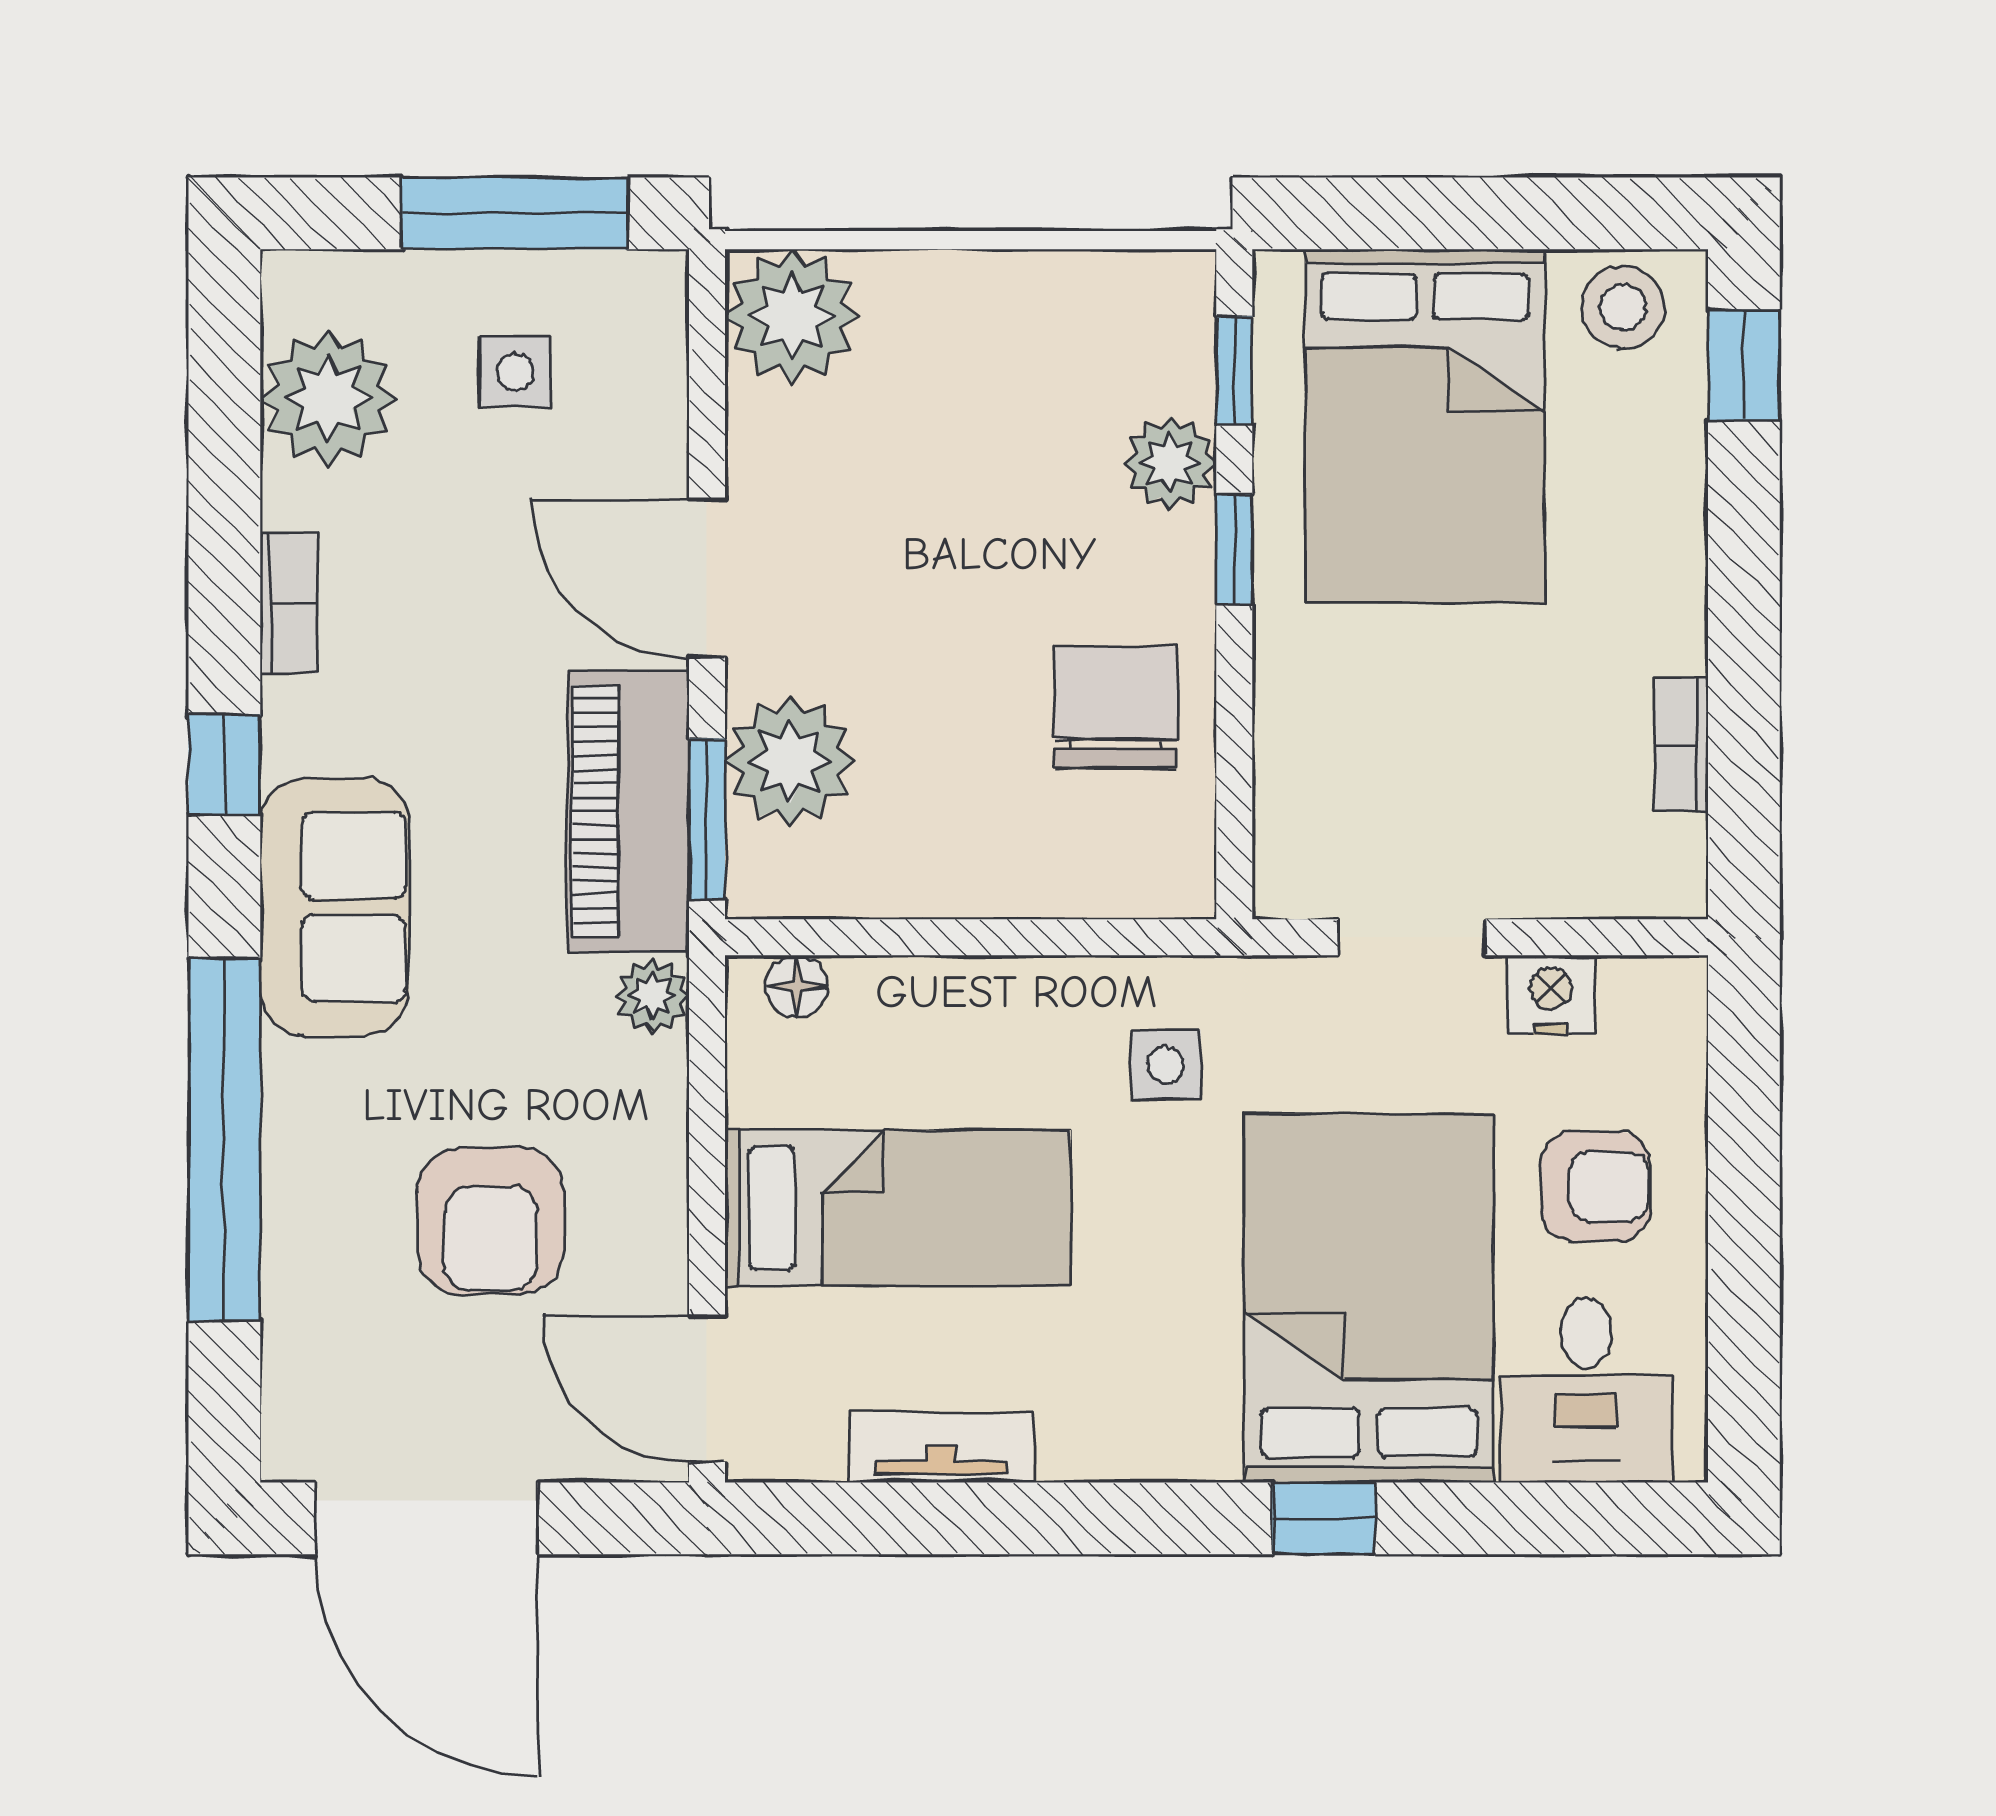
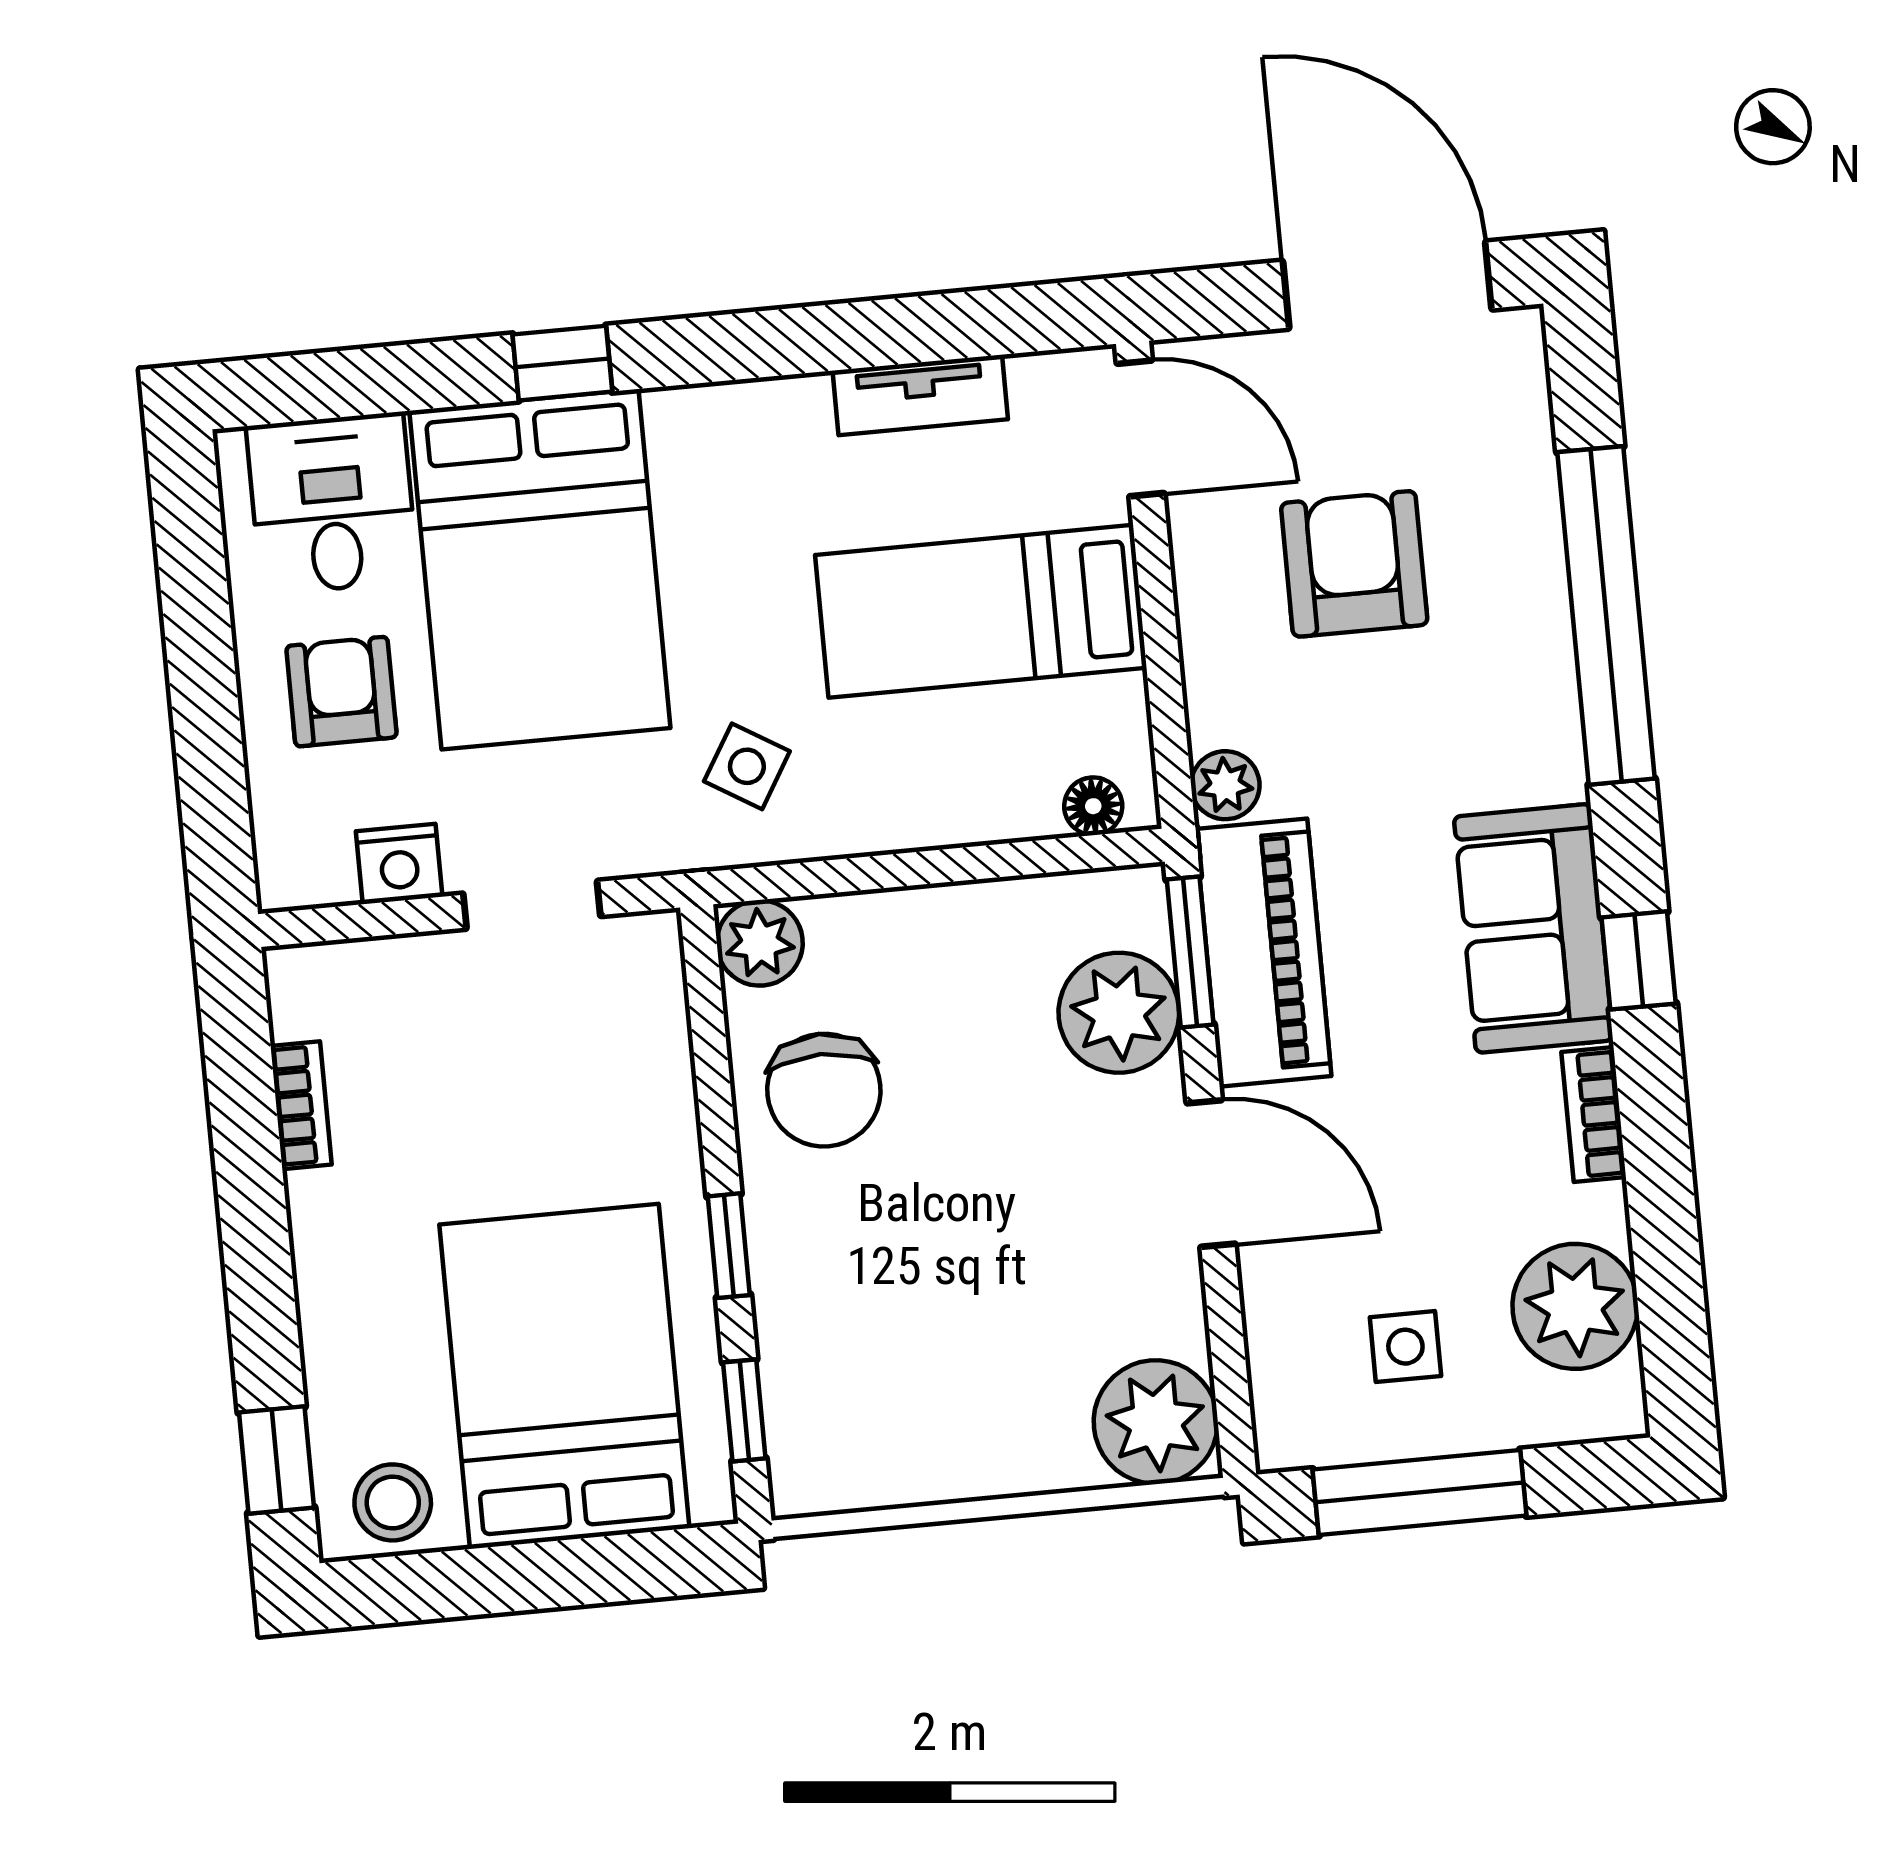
plant: (1170, 463) -> (760, 943), moved
sofa: (335, 907) -> (1533, 928), moved
side table: (1166, 1065) -> (747, 766), turned 31
armchair: (1595, 1187) -> (341, 692), turned 90

